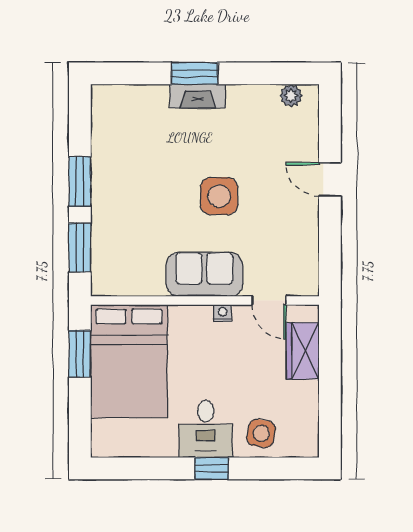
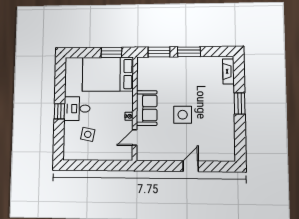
fireplace: (198, 96) -> (228, 71), moved
plant: (291, 96) -> (230, 148), removed
wardrobe: (303, 351) -> (112, 153), removed
side table: (261, 433) -> (88, 134), moved

